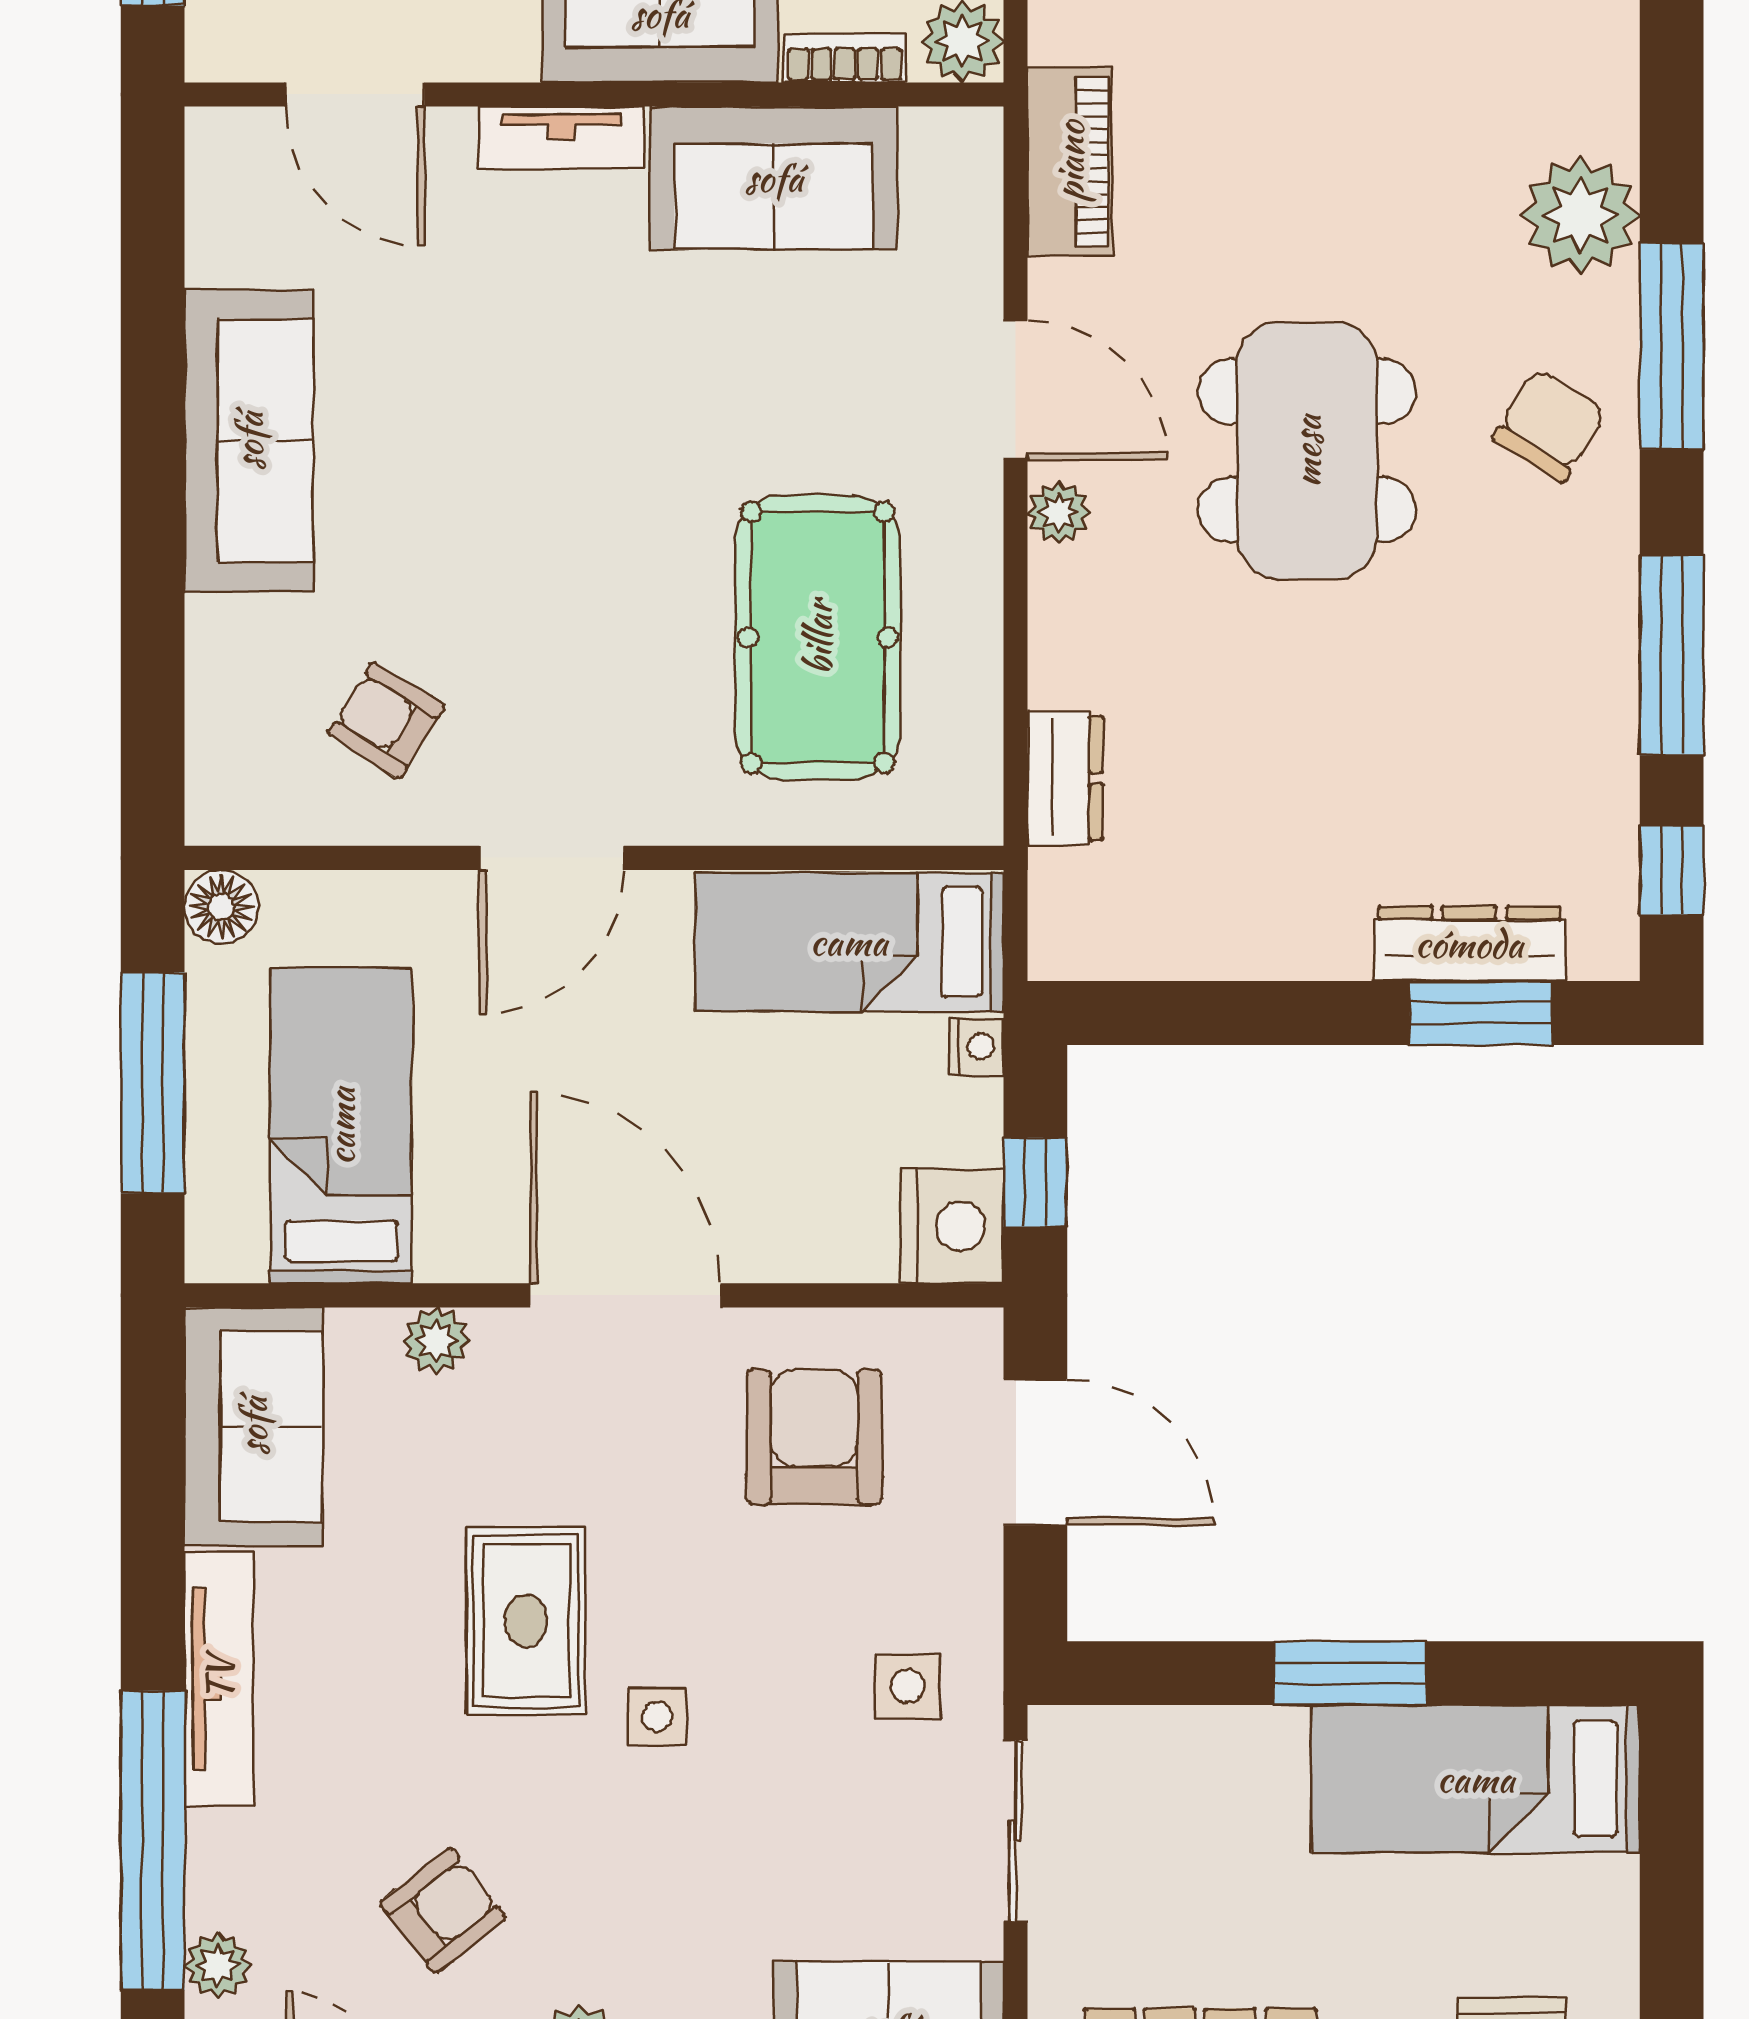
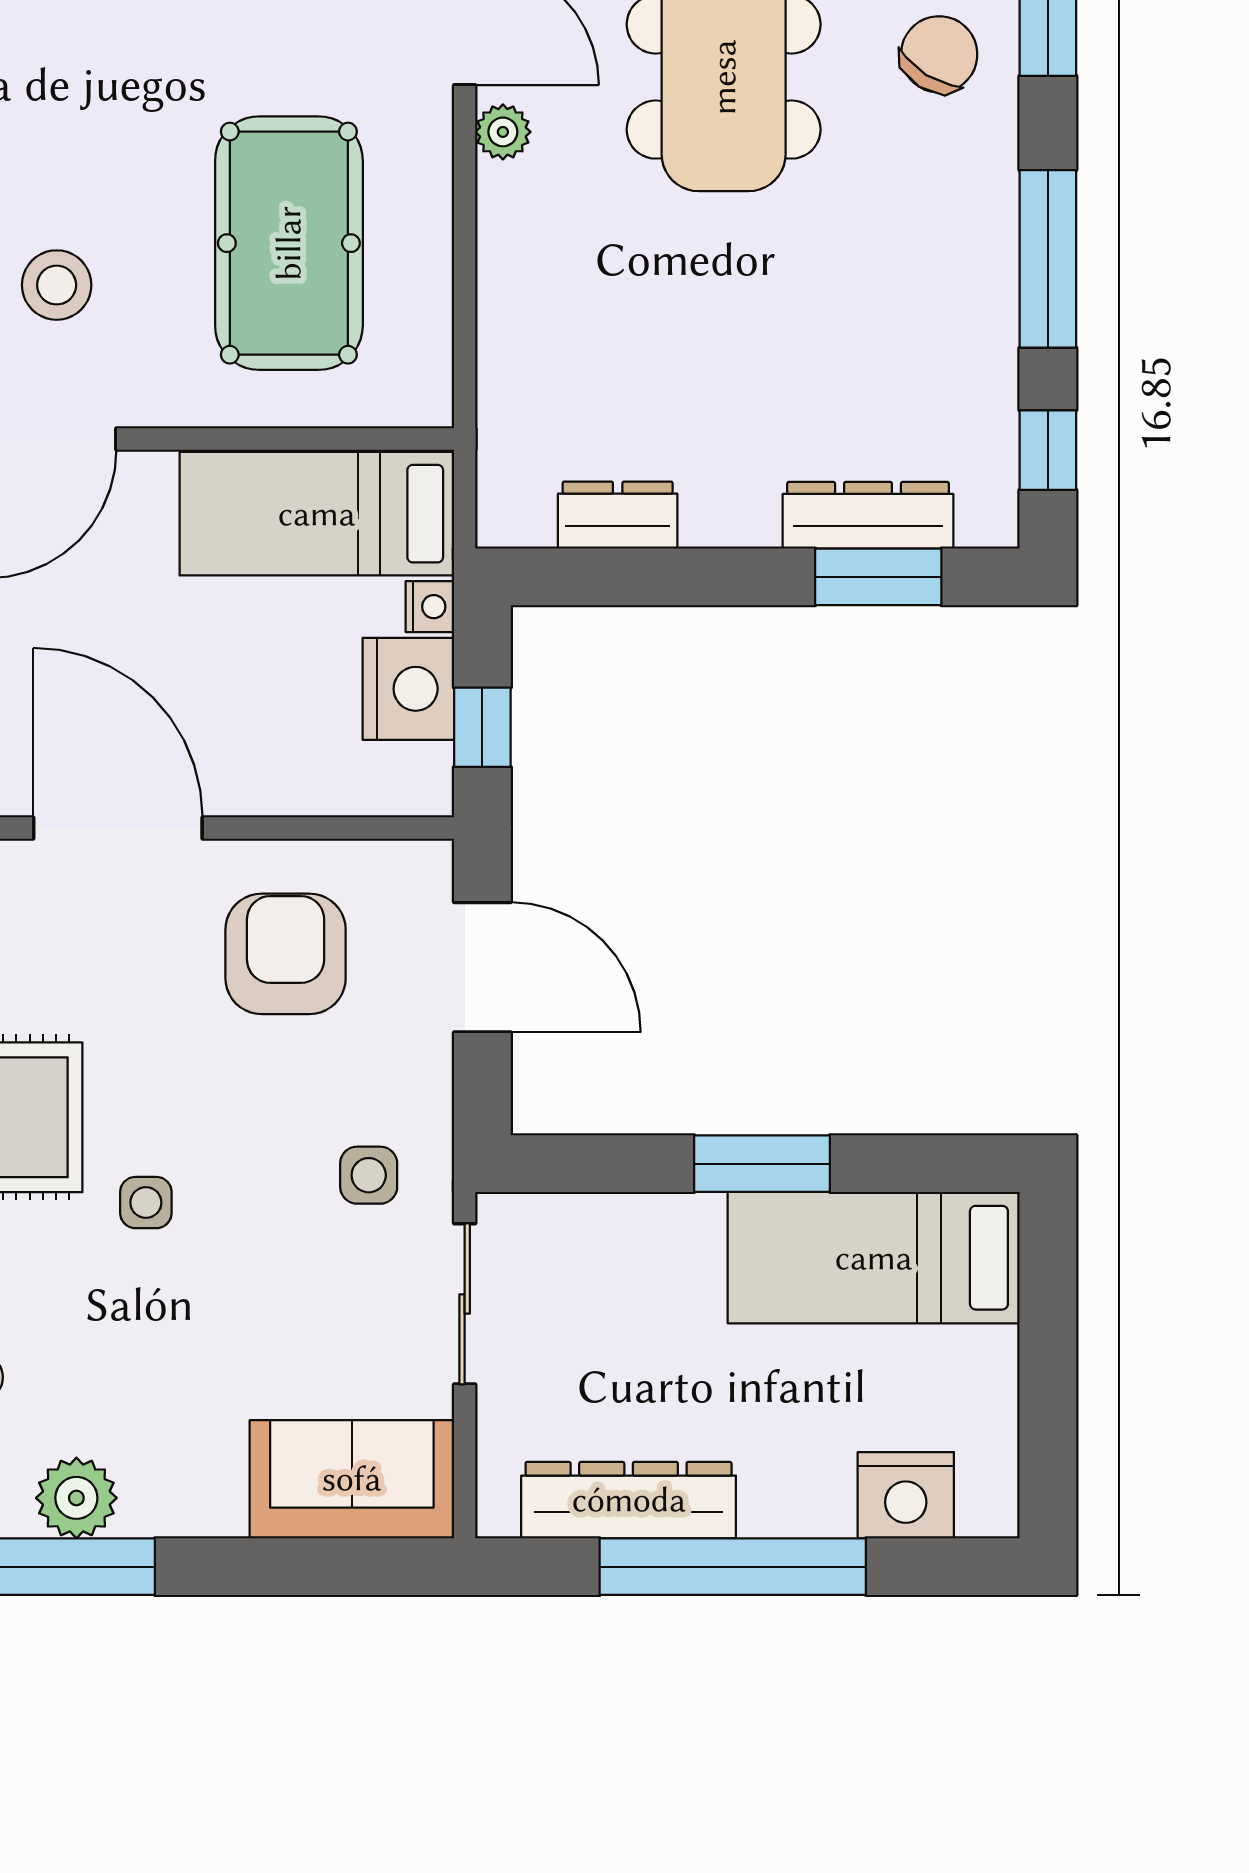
stool: (557, 685) -> (57, 285), added
dresser: (1065, 778) -> (618, 515), moved, turned -90
nightstand: (952, 1226) -> (408, 689), moved

